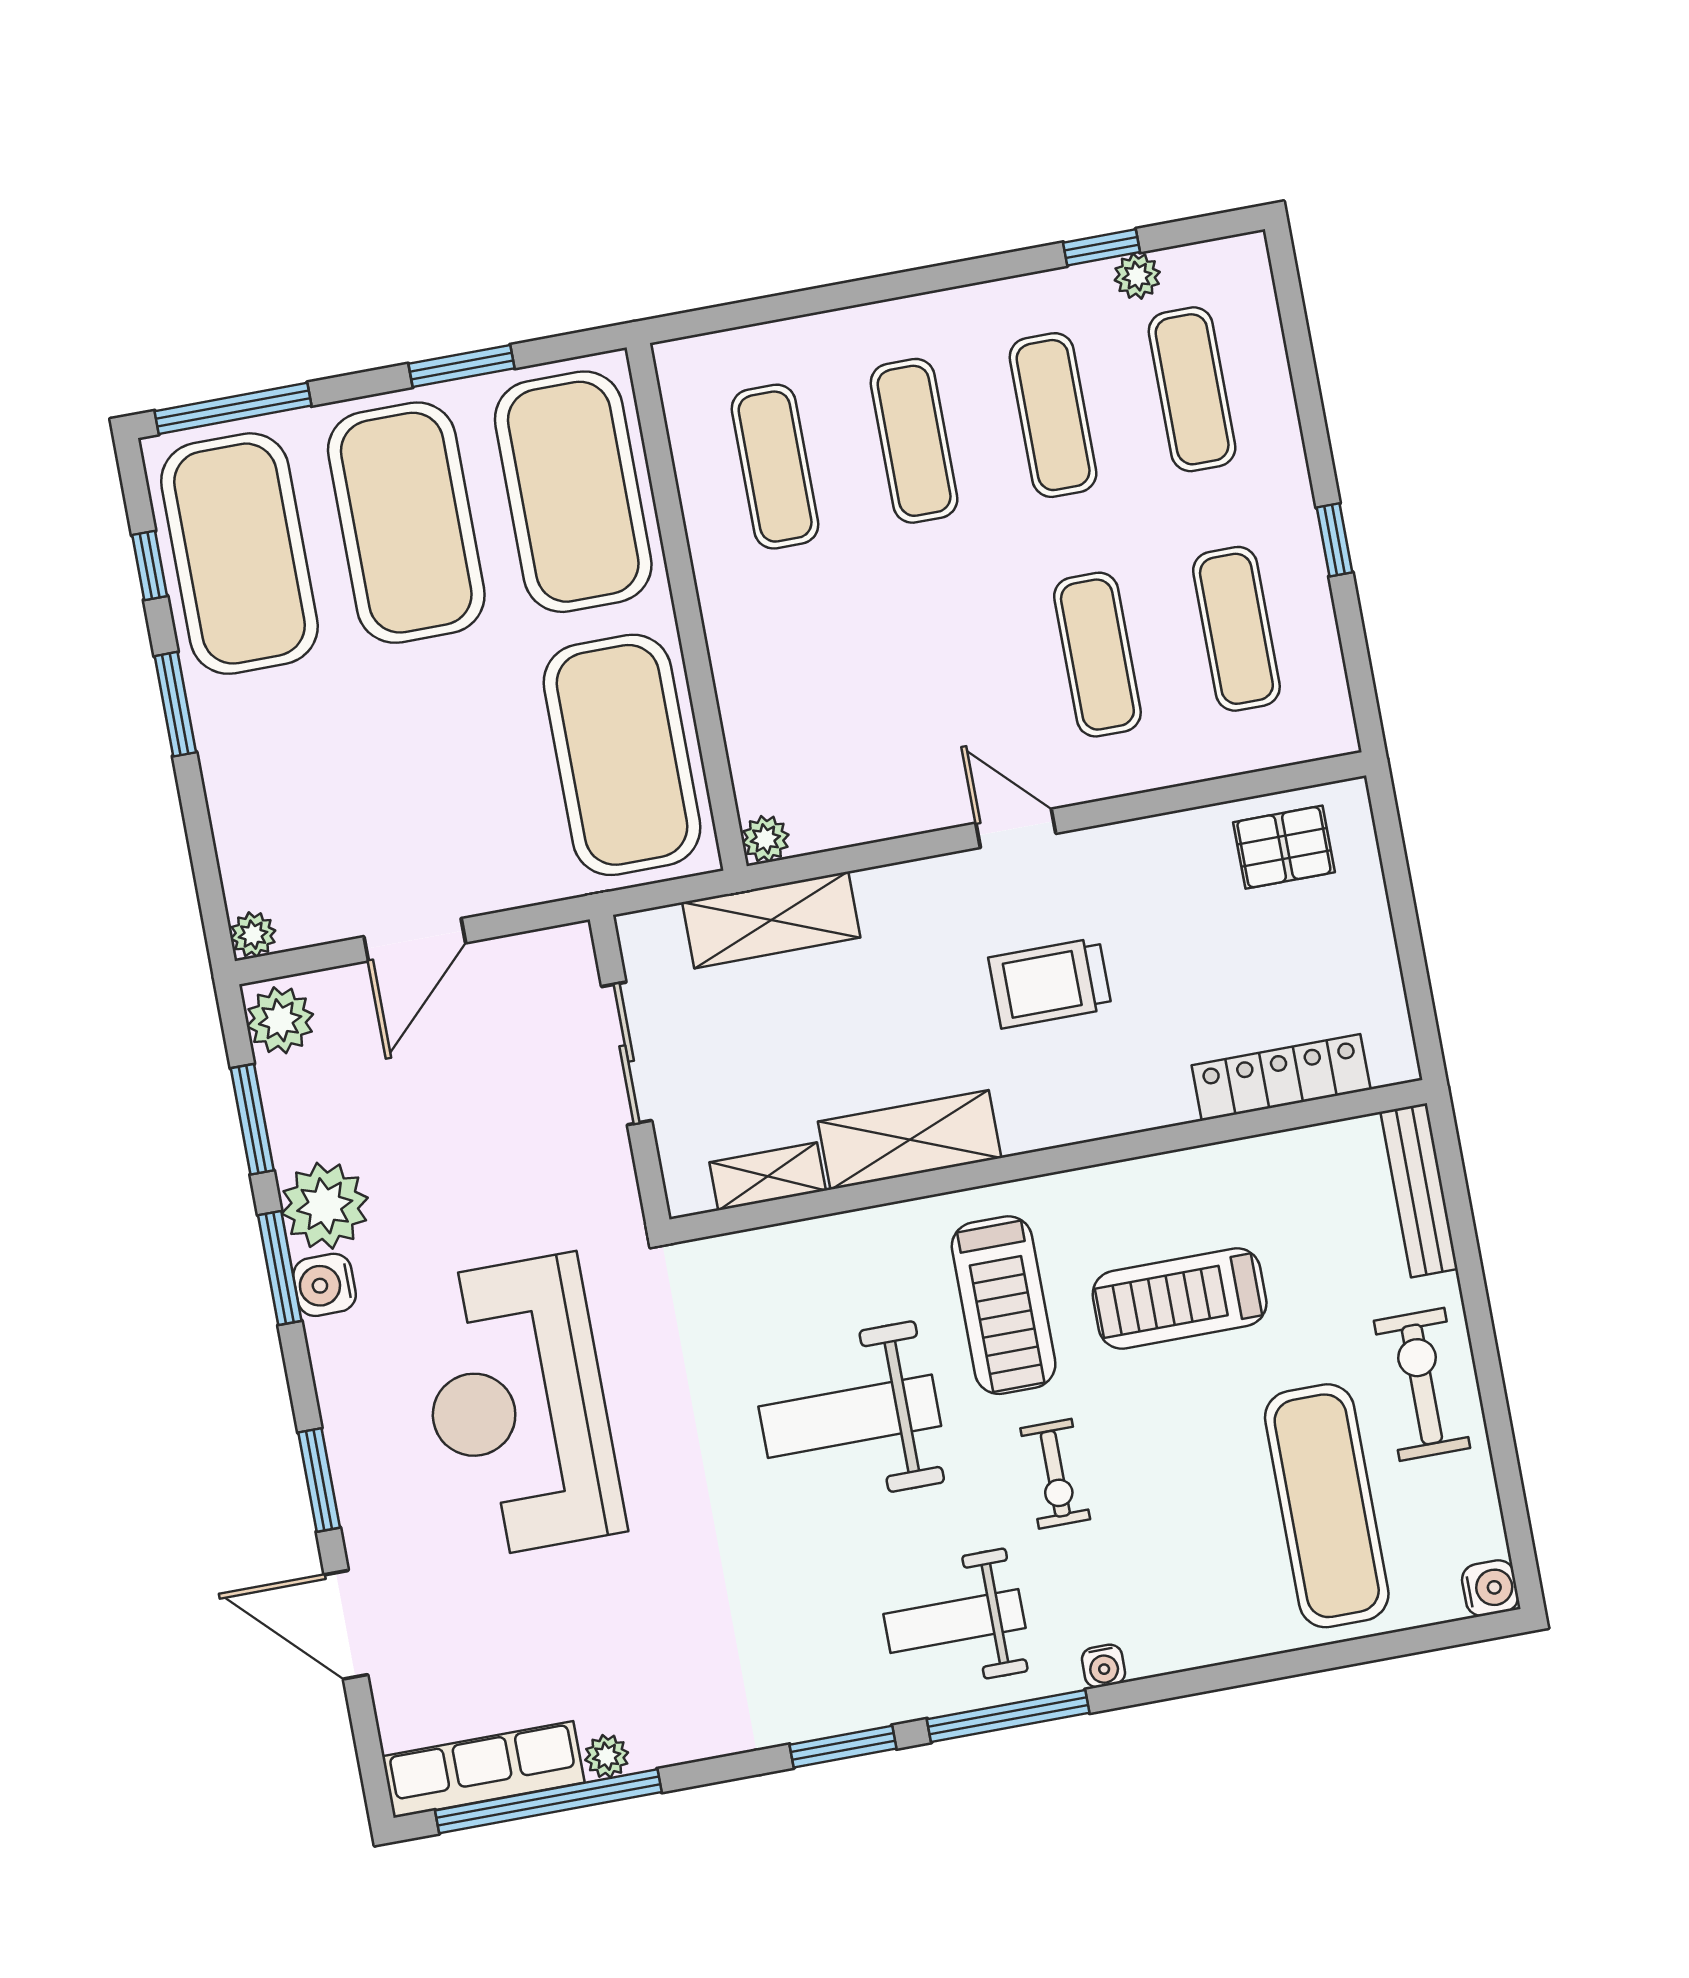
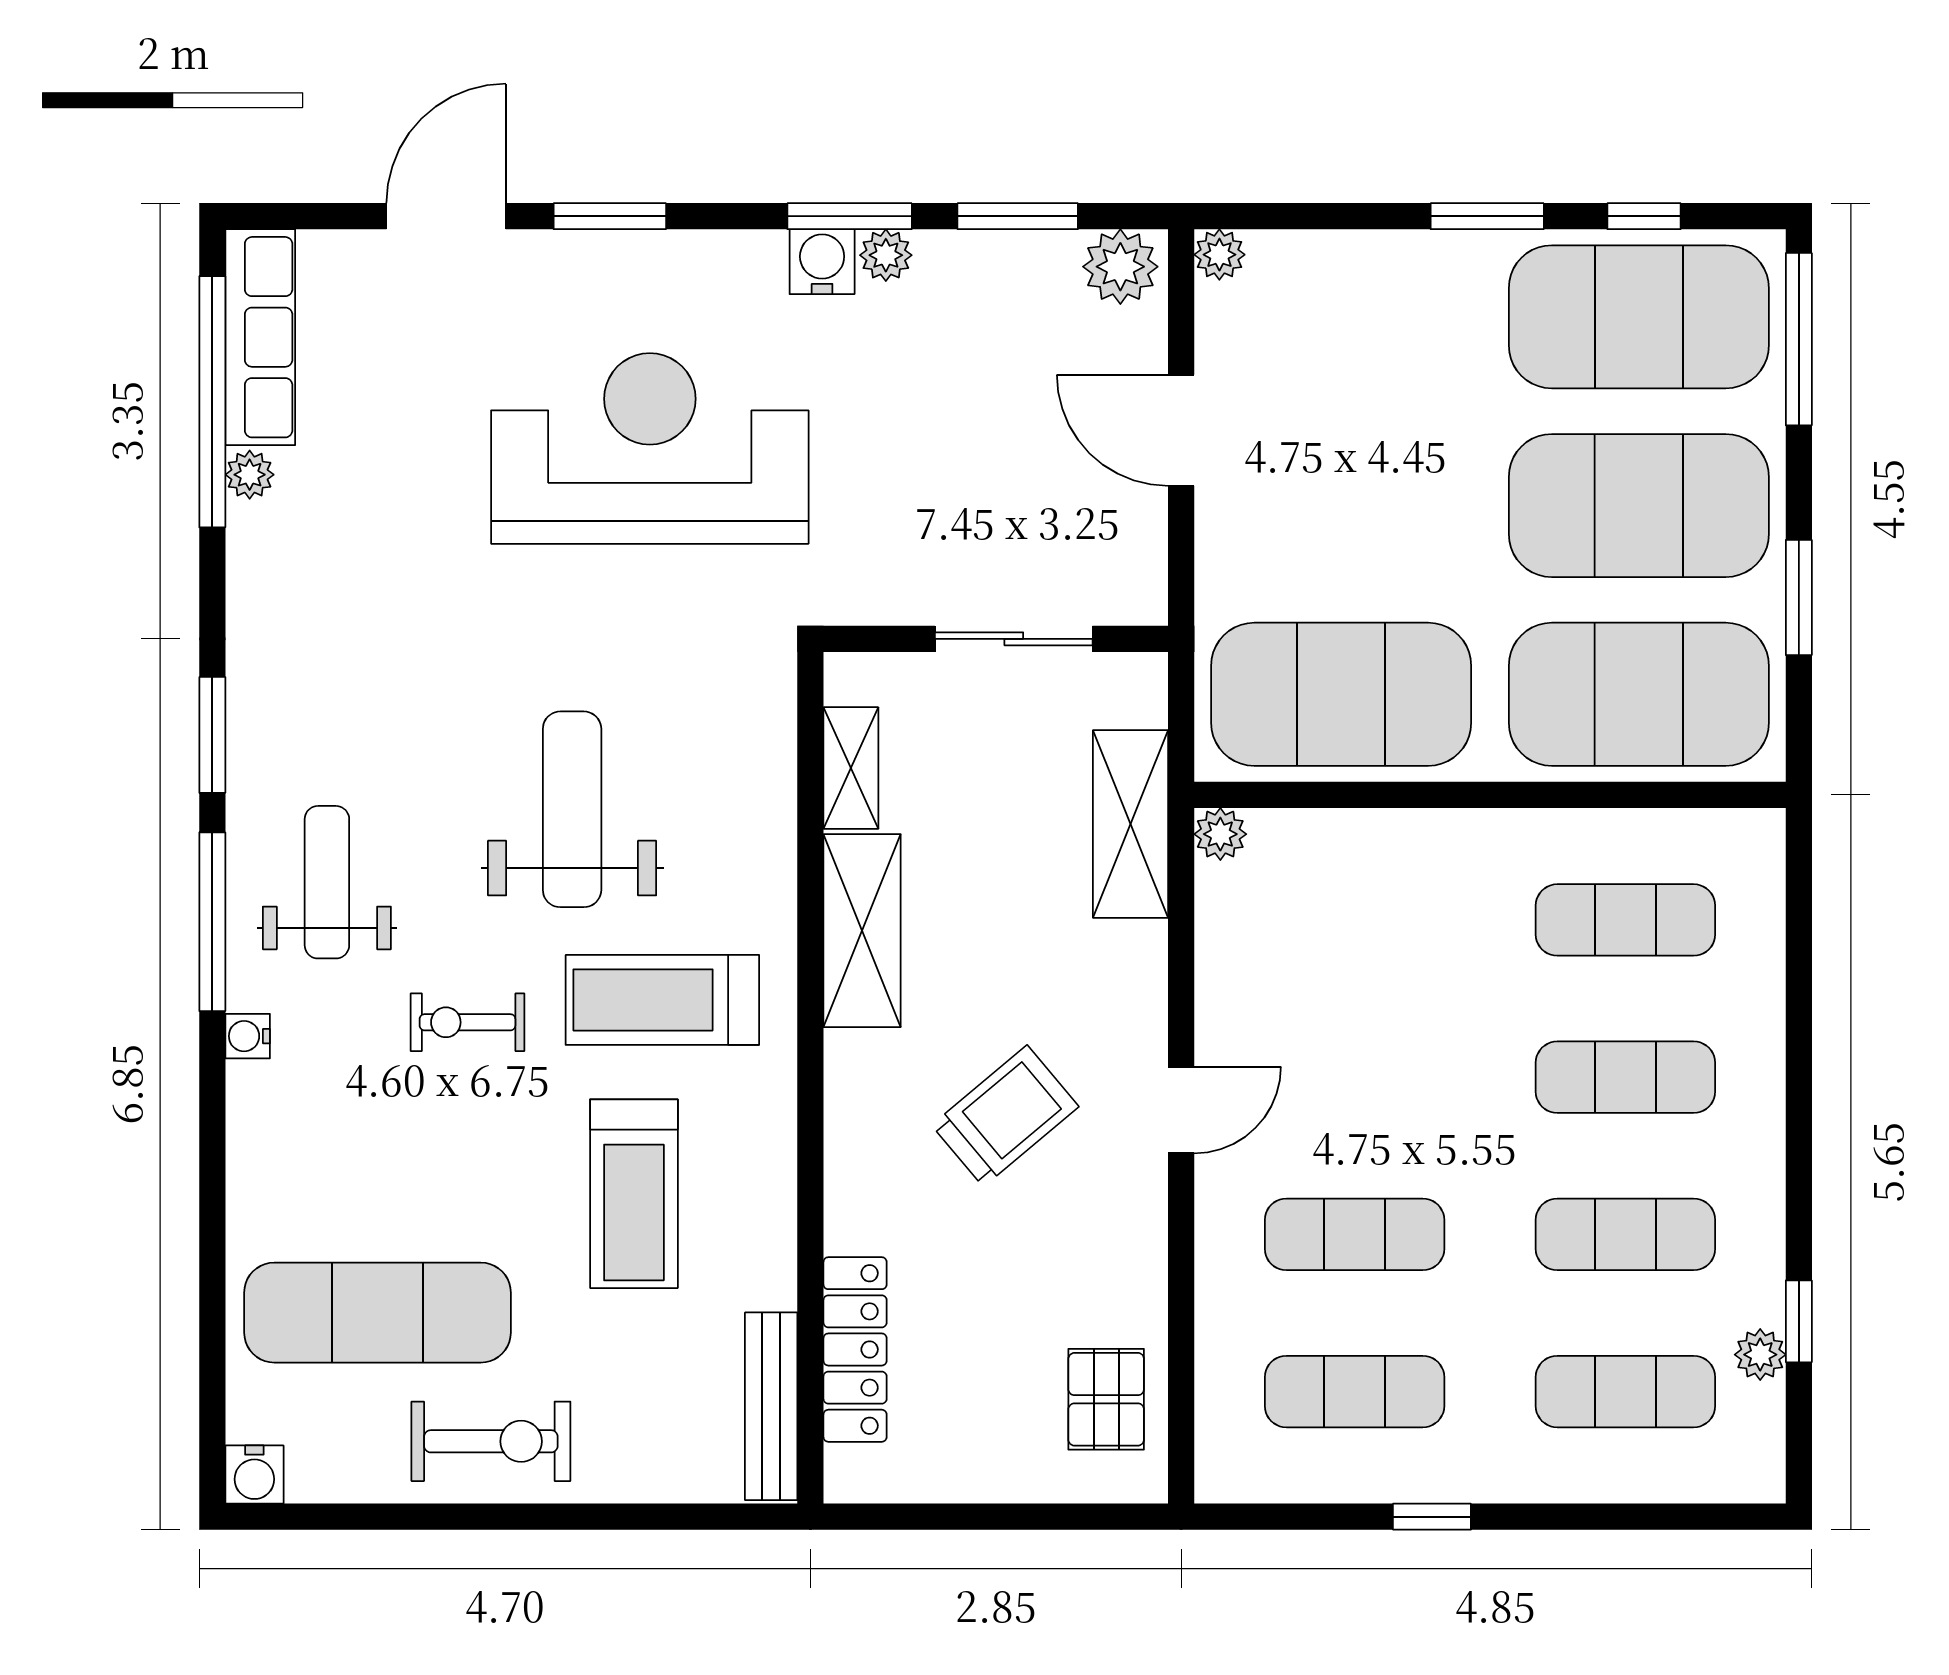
trolley: (1050, 983) -> (1005, 1116), turned 50
bench: (1419, 1190) -> (771, 1406), moved, turned 90
plant: (325, 1206) -> (886, 255), width x0.53, depth x0.53
treadmill: (1180, 1299) -> (634, 1194), turned 180

